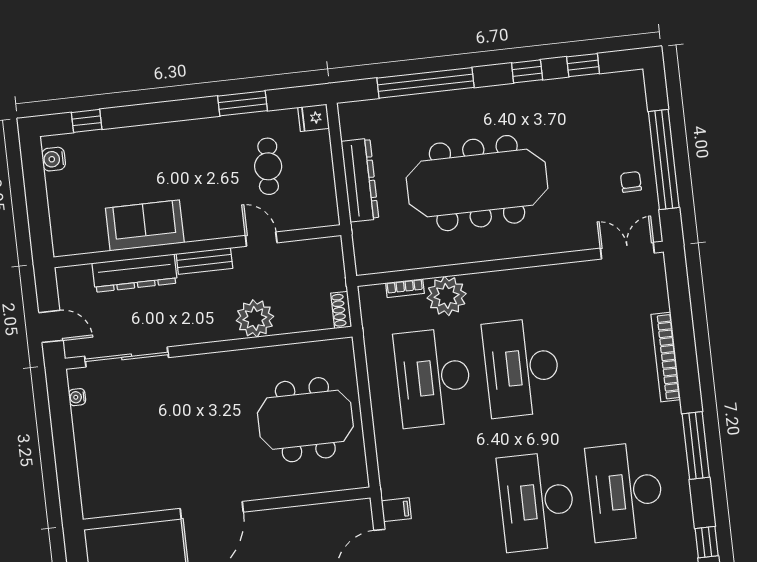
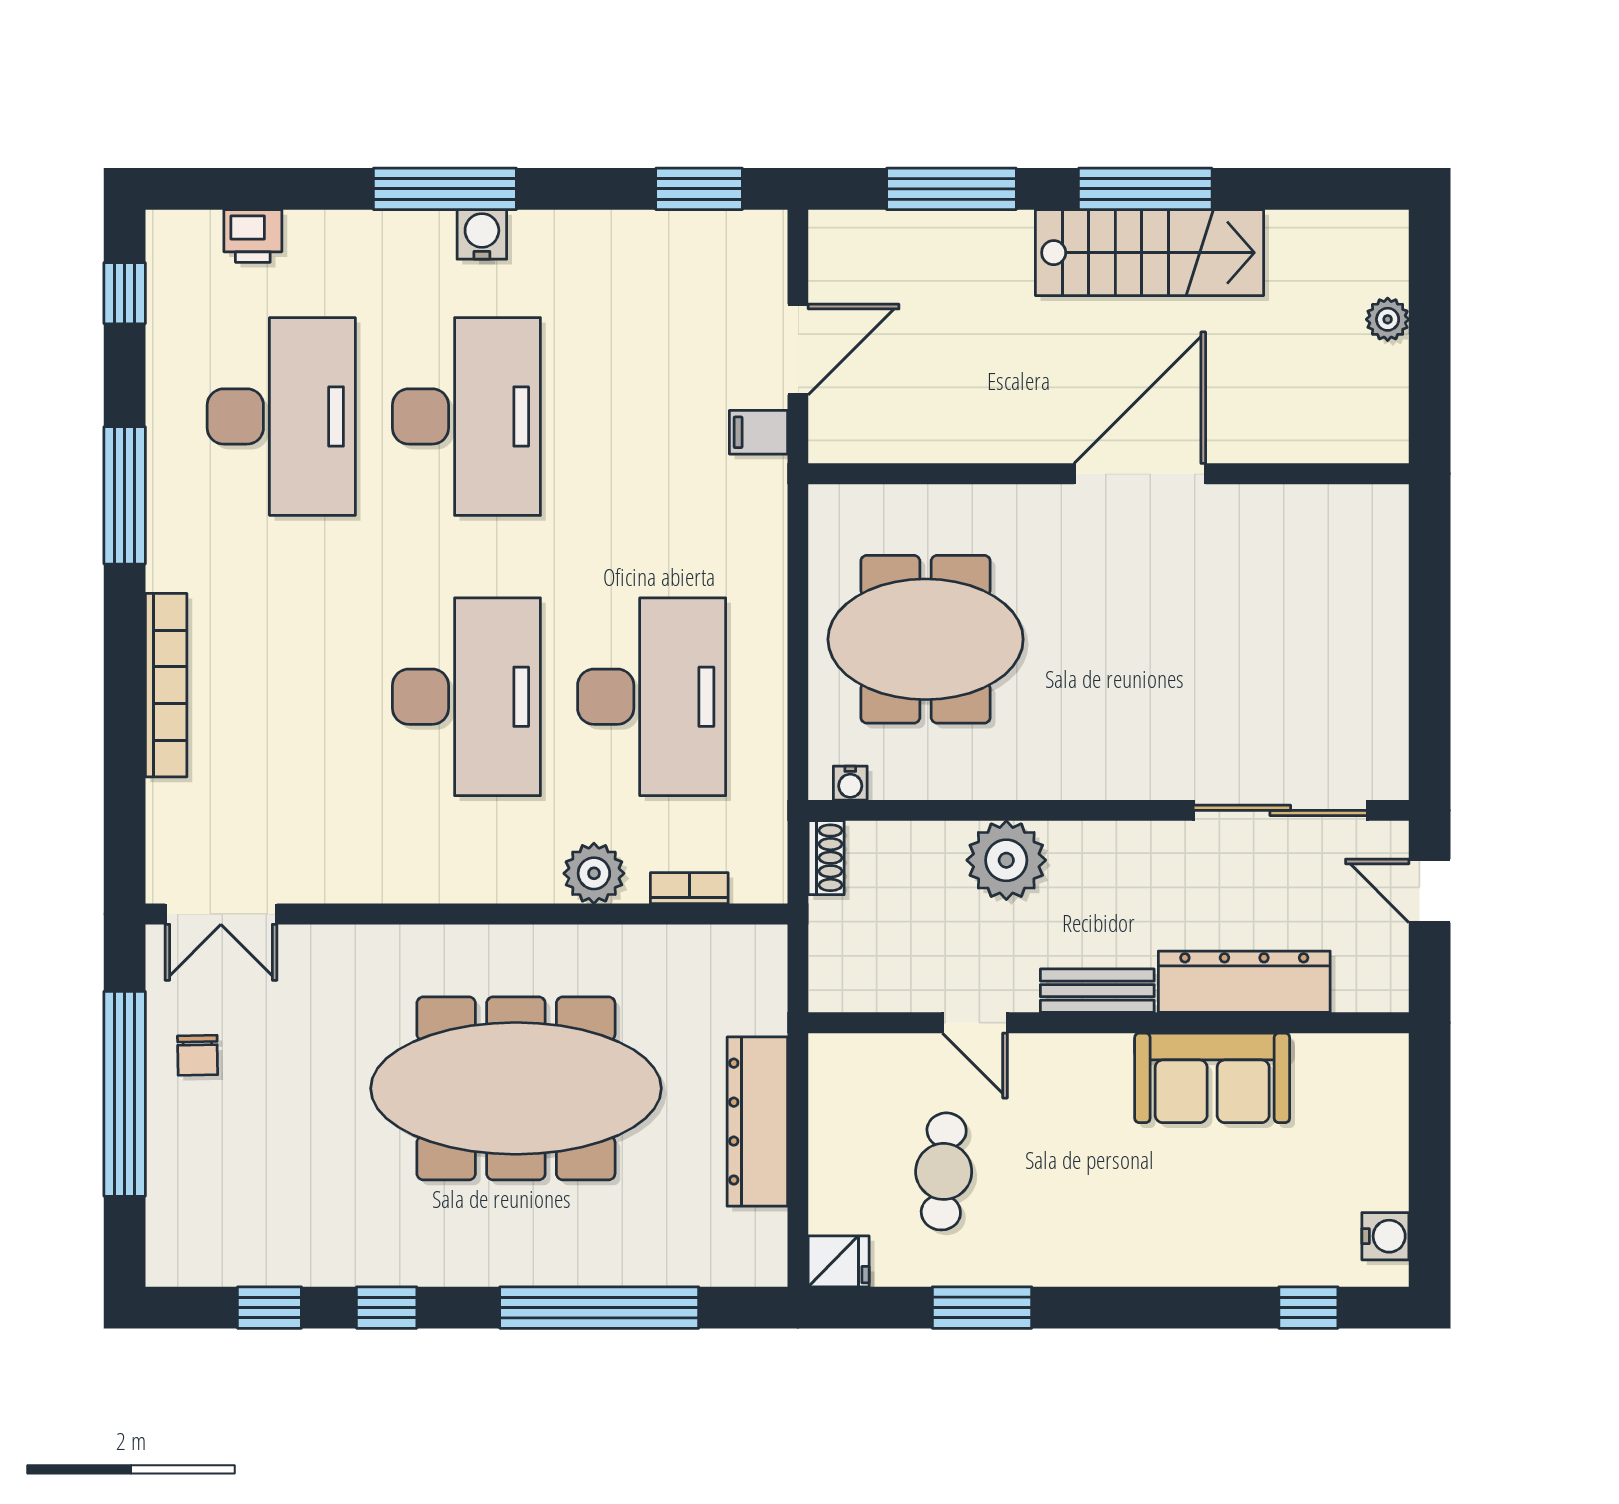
plant: (447, 296) -> (594, 873), width x0.73, depth x0.73
water cooler: (77, 397) -> (850, 783), moved, turned 90

